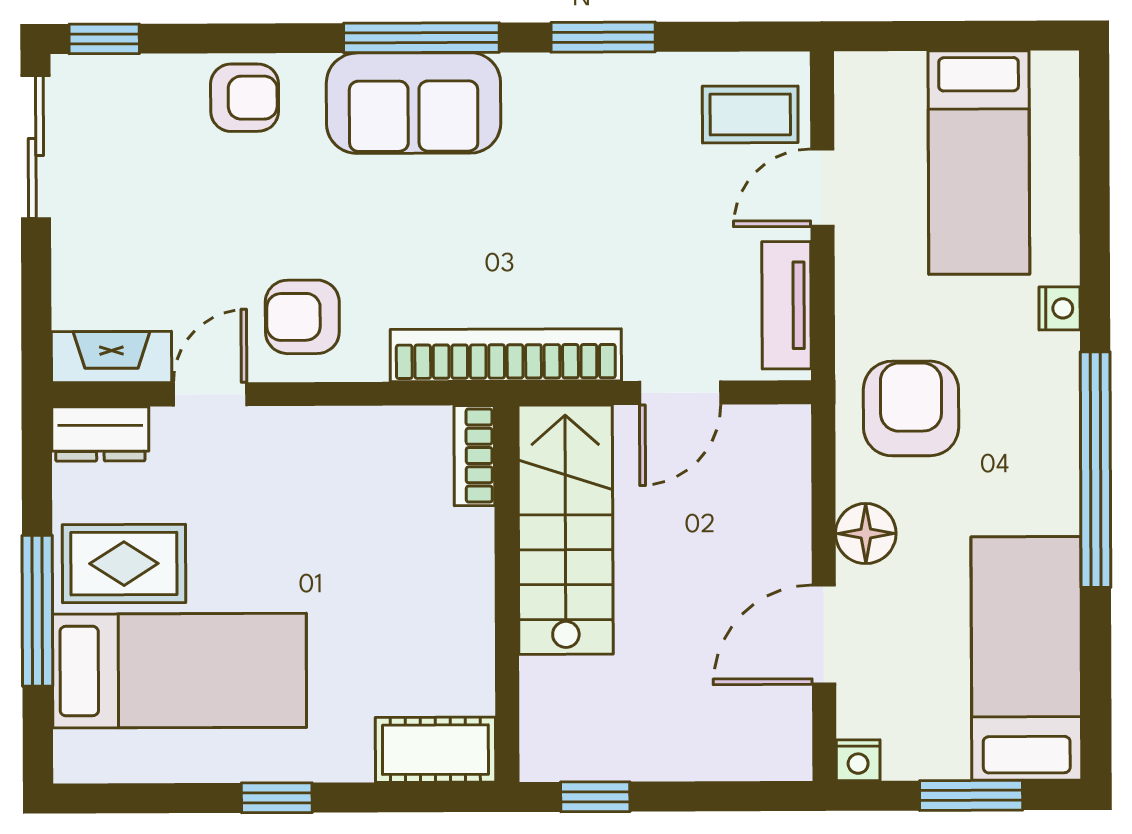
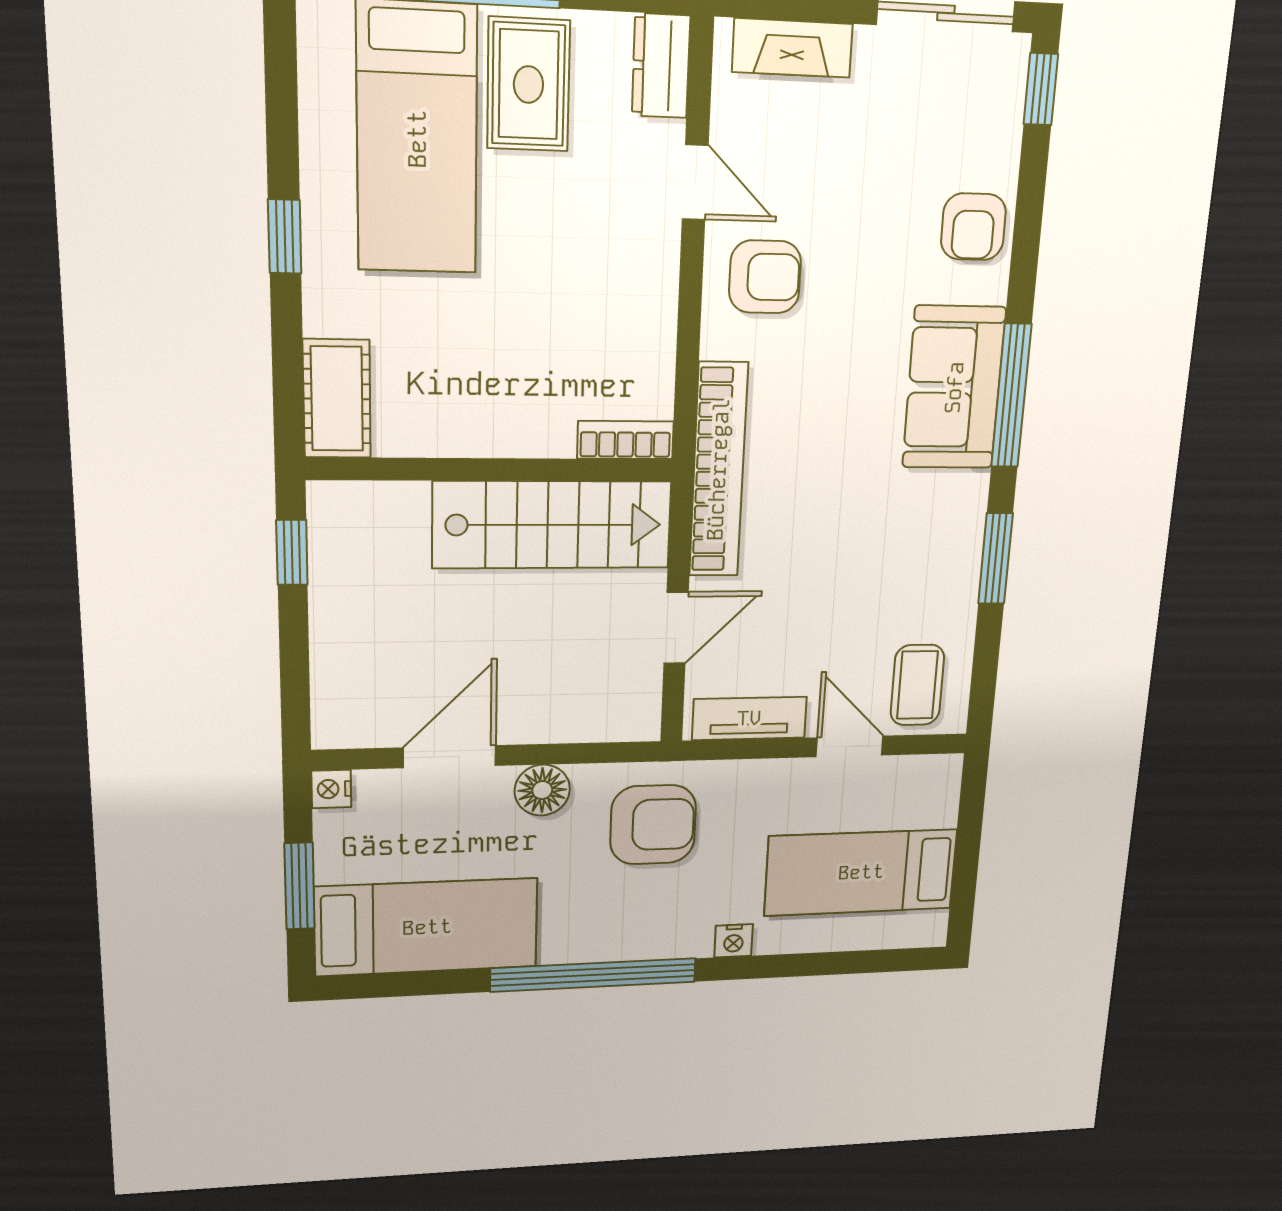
armchair: (302, 317) -> (765, 277), turned 90
fireplace: (112, 357) -> (792, 48), moved, turned 90
door: (680, 393) -> (676, 628), swing flipped
door: (824, 635) -> (450, 757), hinge flipped

